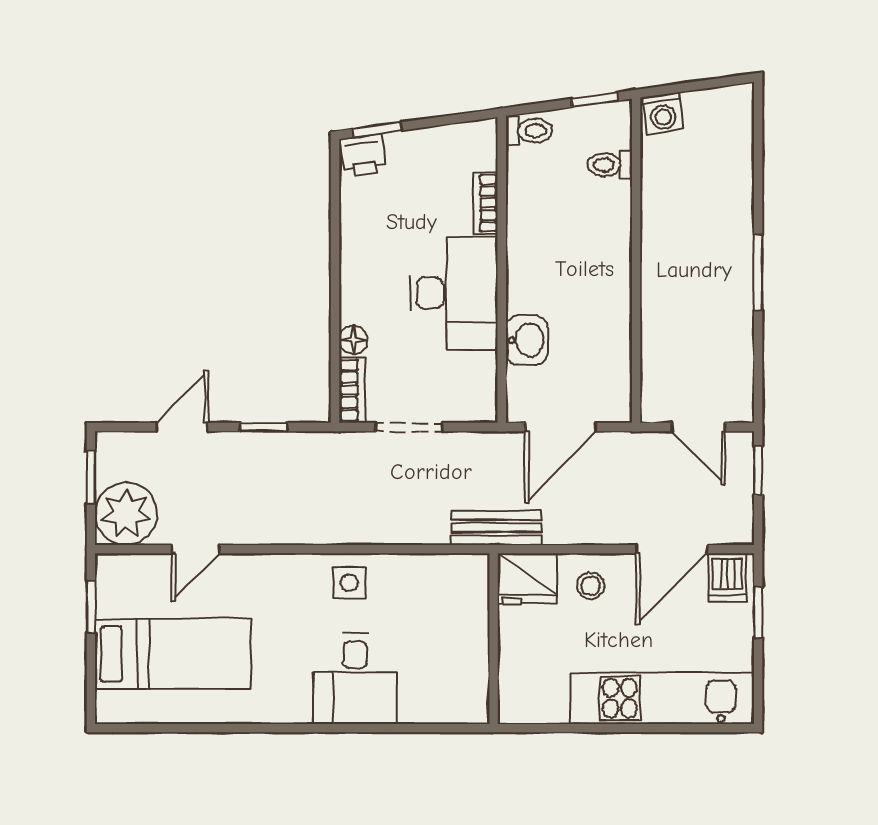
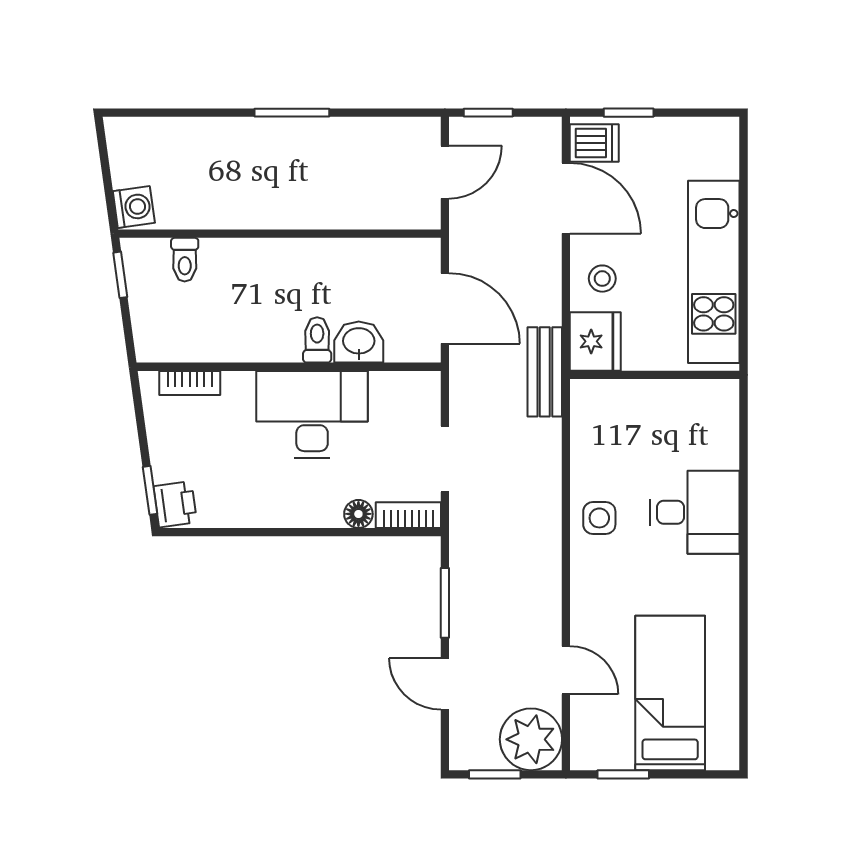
toilet: (529, 131) -> (317, 340), moved
bookcase: (485, 203) -> (190, 383), moved
window: (264, 427) -> (445, 603), width x1.50
kitchen unit: (662, 698) -> (714, 272), moved

